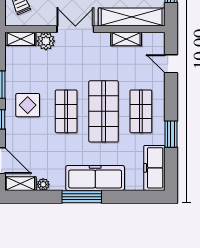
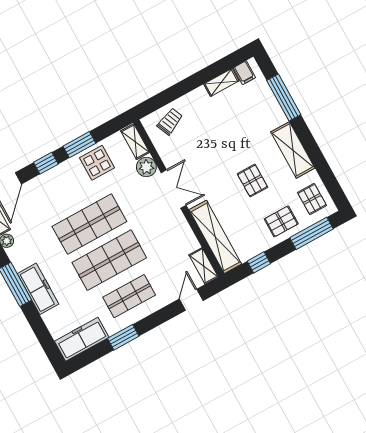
shelving: (126, 39) -> (204, 266), moved
display table: (28, 105) -> (97, 163), moved
shop shelf: (66, 111) -> (89, 224), width x1.43, depth x1.36
freezer: (95, 178) -> (38, 289), width x0.73, depth x0.79

